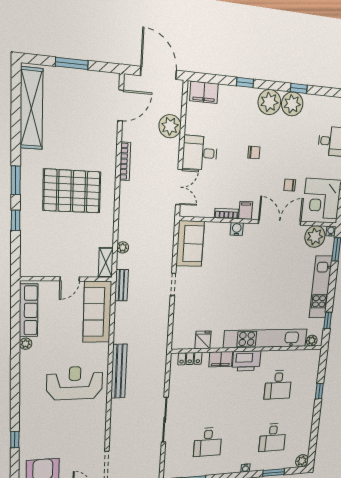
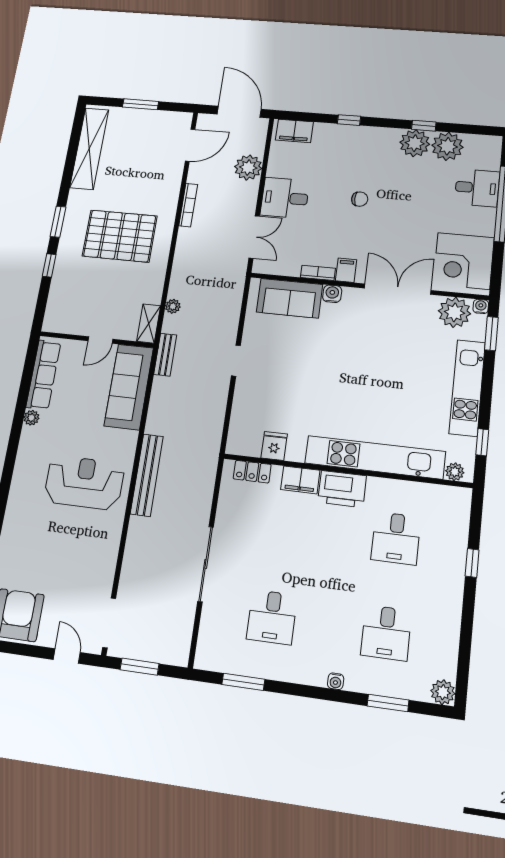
plant: (269, 102) -> (447, 146), moved
chair: (290, 185) -> (413, 241), removed
sofa: (190, 244) -> (290, 298), moved, turned 90

